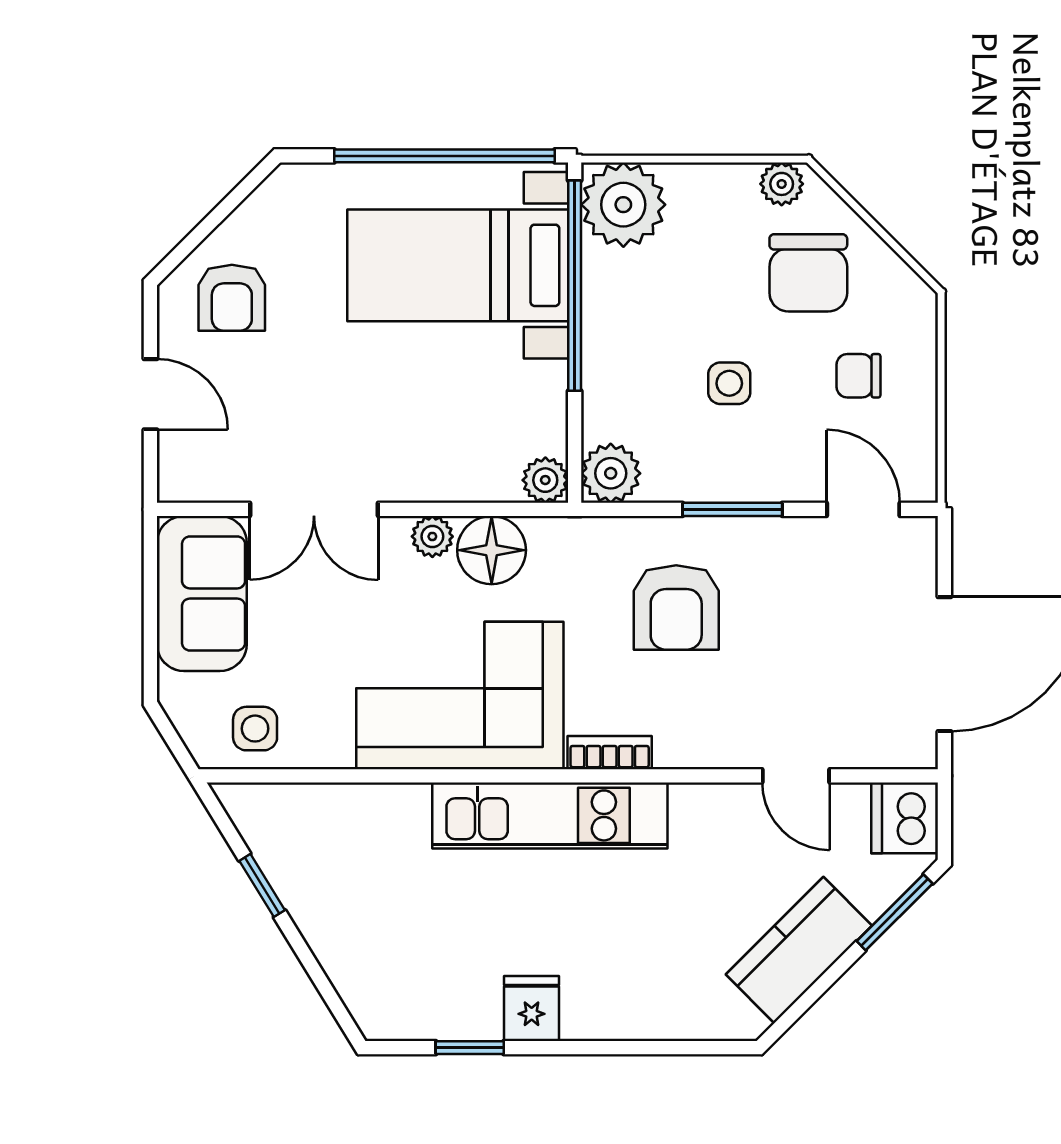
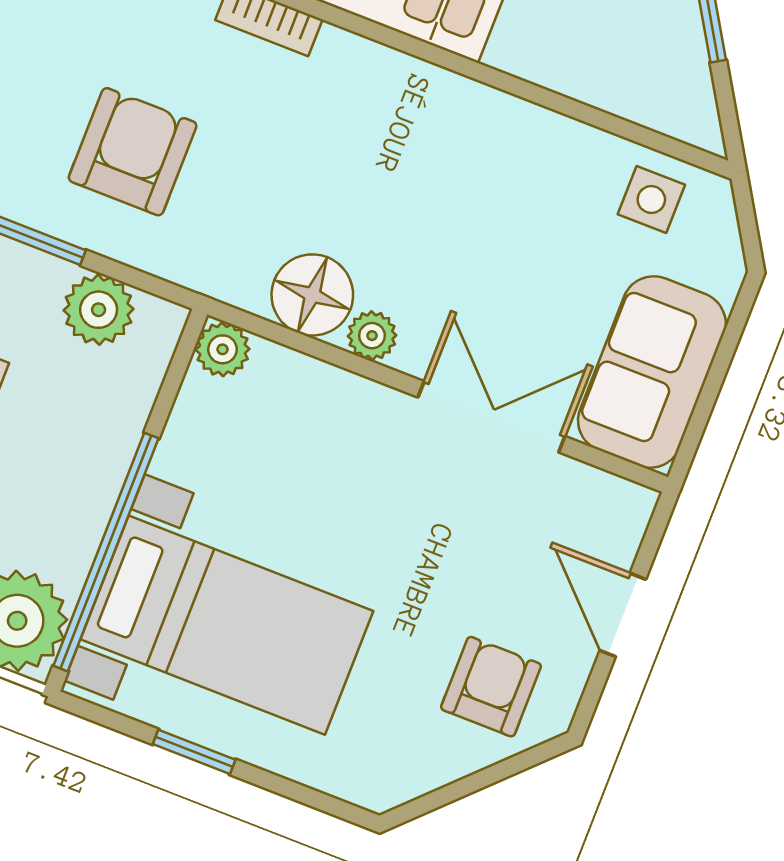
window: (445, 156) -> (194, 752), width x0.32
plant: (611, 473) -> (99, 310), moved
corner sofa: (460, 695) -> (410, 148), removed

